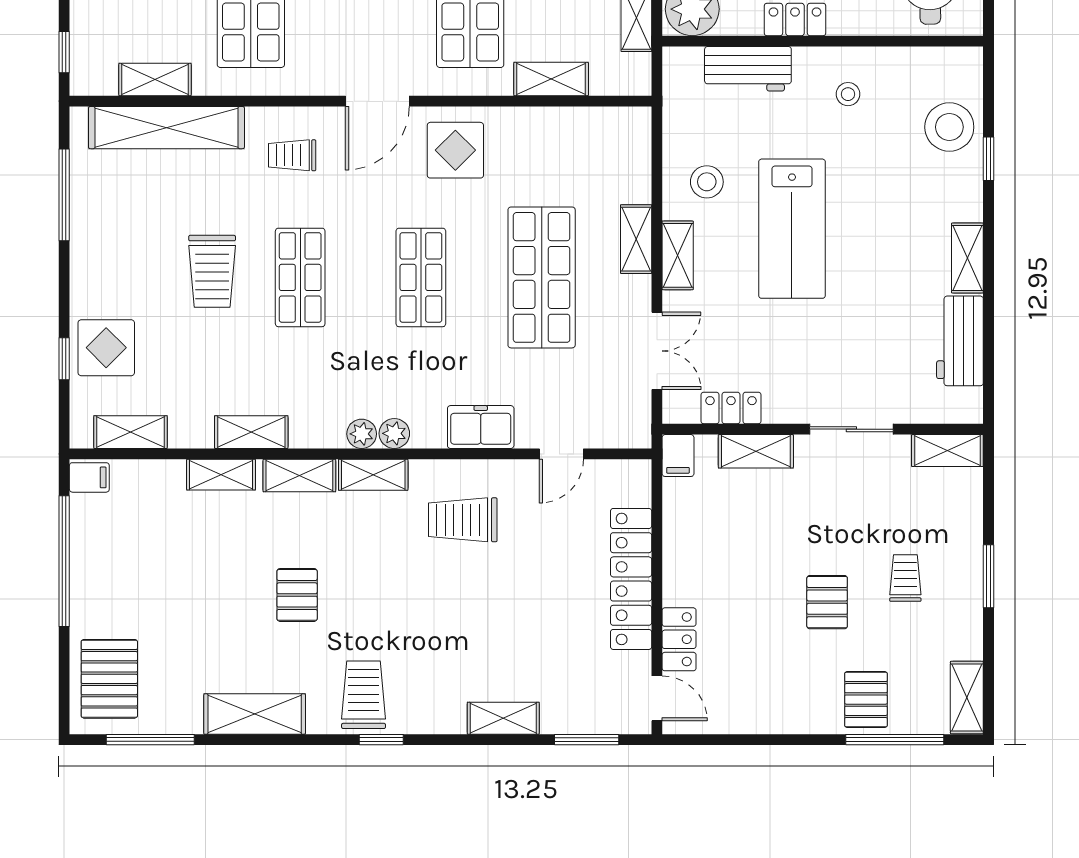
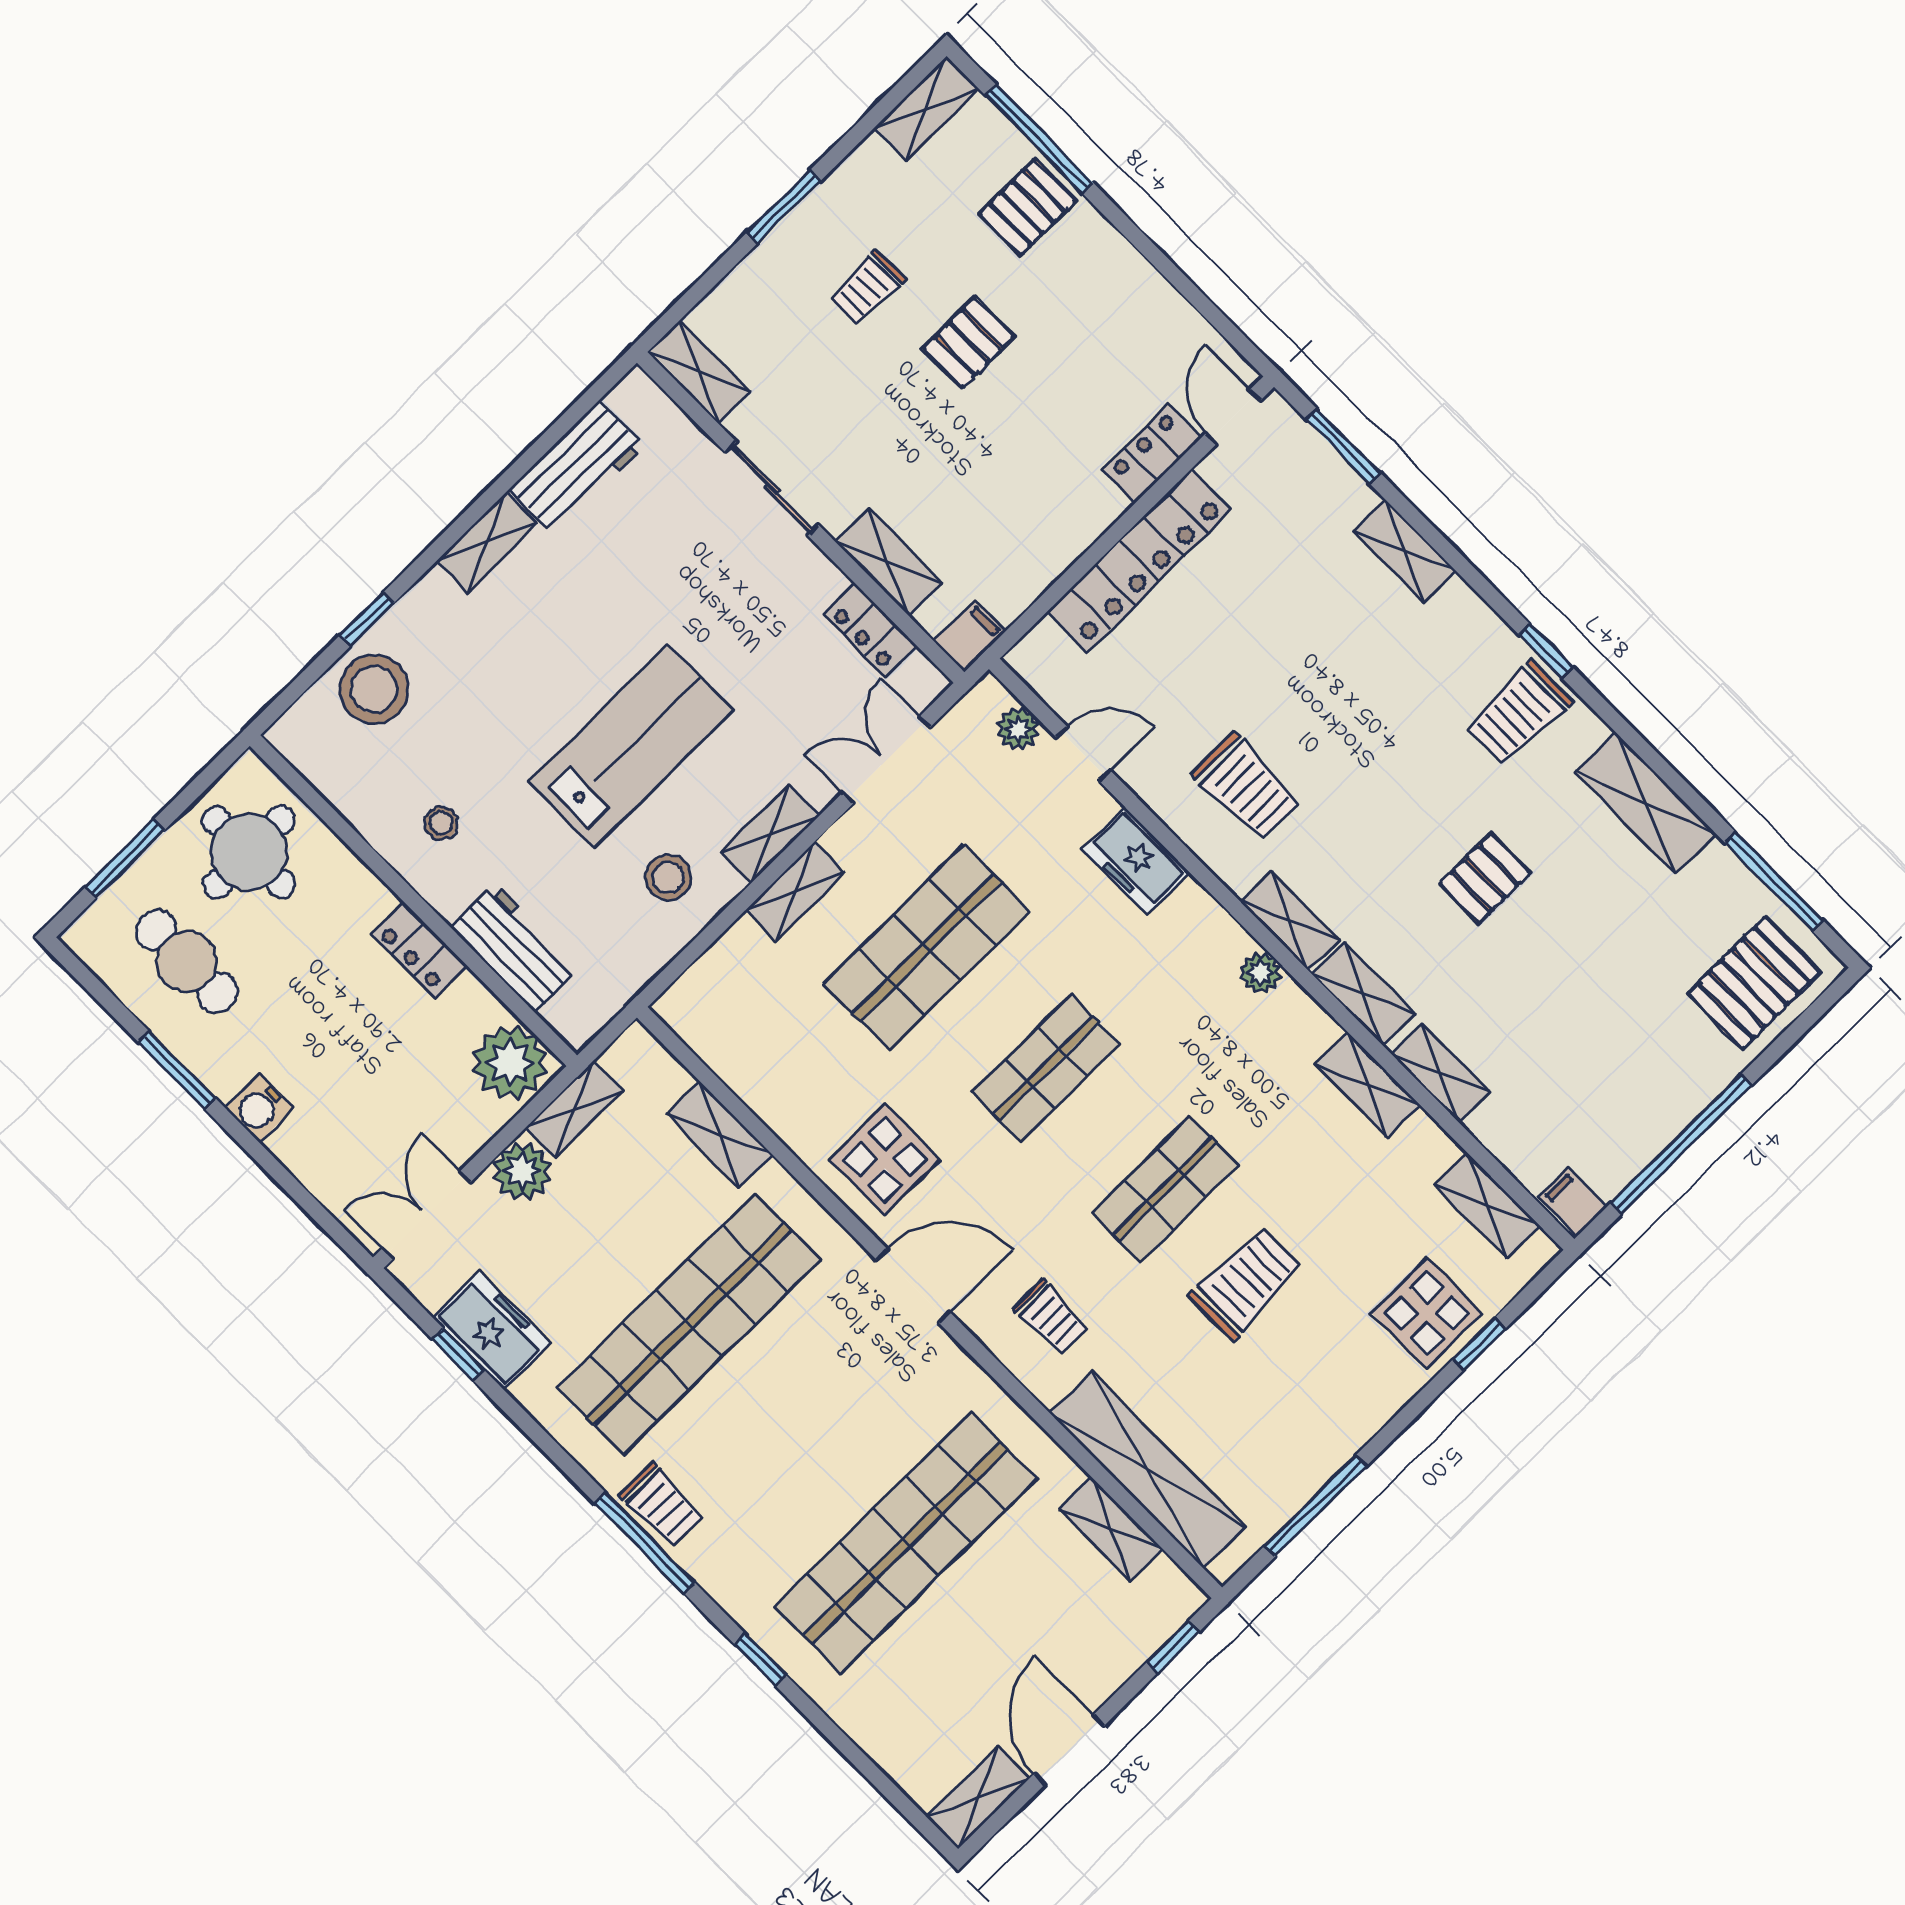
plant: (394, 433) -> (1018, 729), moved

